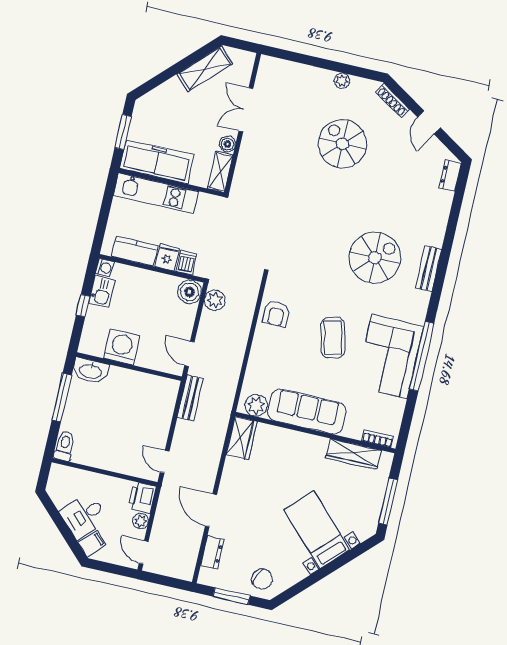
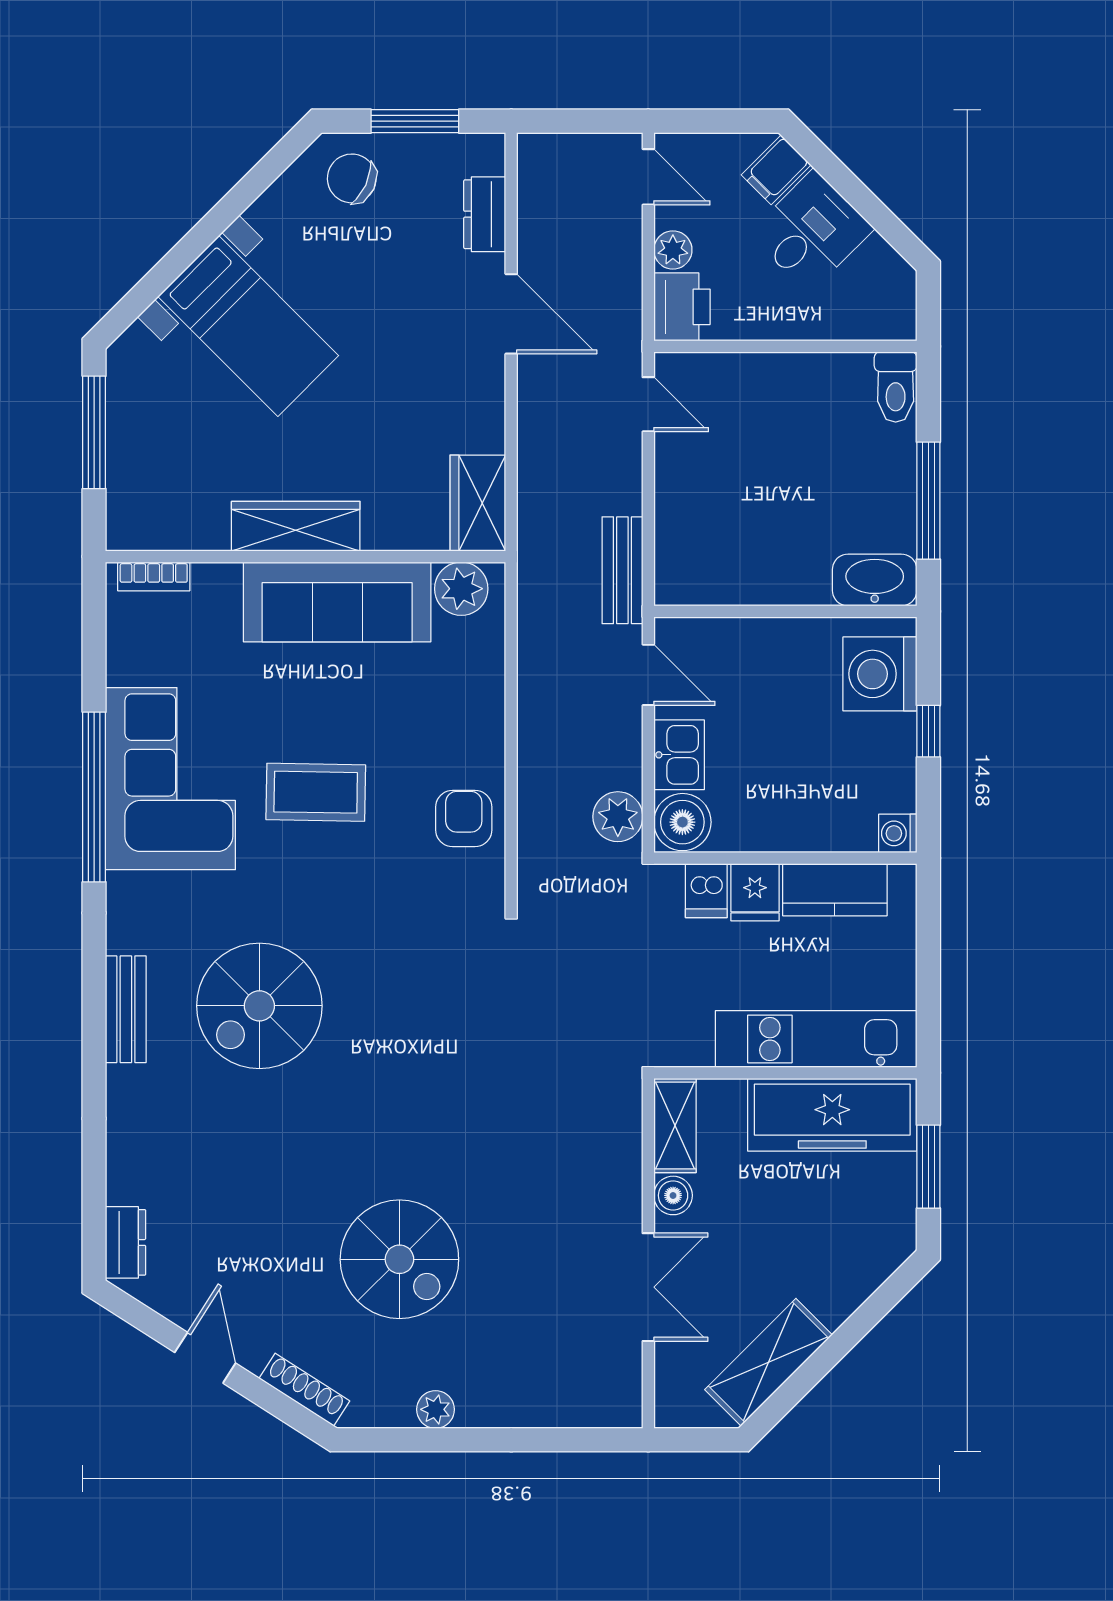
kitchen sink: (102, 291) -> (679, 755), moved, turned 180
coffee table: (333, 338) -> (316, 792), turned -75
washing machine: (122, 347) -> (880, 674), moved, turned 90
wardrobe: (353, 454) -> (296, 526), moved

